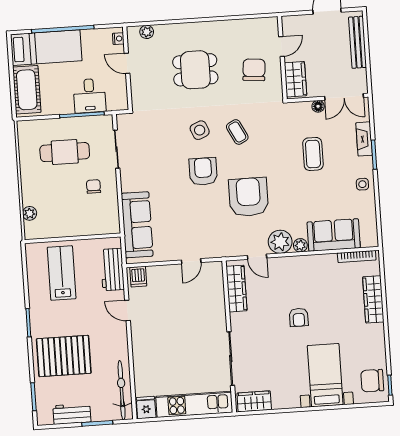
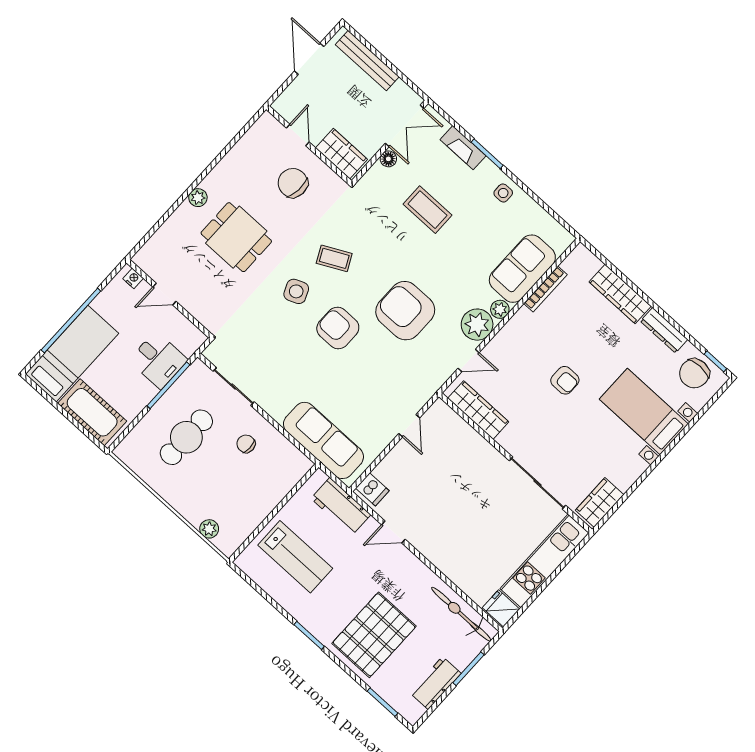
plant: (147, 32) -> (198, 198), moved
dining table: (195, 70) -> (236, 237), turned 90
bookcase: (357, 257) -> (545, 289), moved
lab bench: (62, 273) -> (295, 557), turned 180
dresser: (378, 342) -> (664, 330), added

